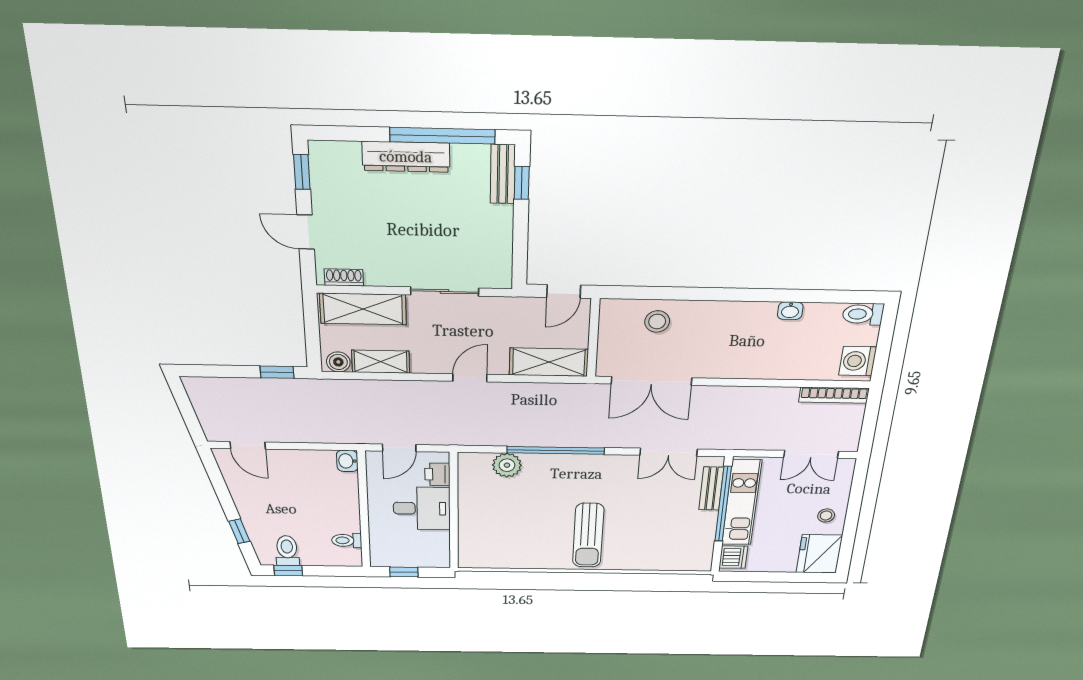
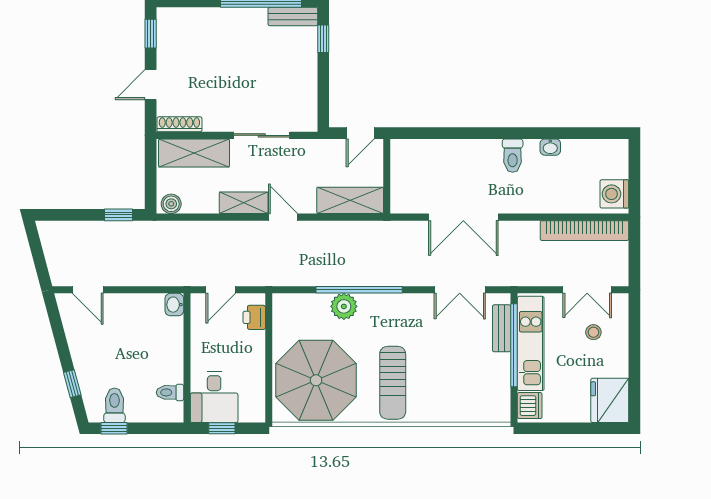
dresser: (406, 157) -> (232, 19), removed
bench: (503, 174) -> (293, 16), moved, turned 90
door: (306, 232) -> (151, 85), hinge flipped
shoe rack: (344, 277) -> (179, 124), width x1.43
toilet: (863, 314) -> (513, 156), moved, turned -90
stool: (657, 321) -> (440, 160), removed
shelving: (381, 362) -> (244, 203), moved
door: (470, 378) -> (283, 217), hinge flipped
double door: (651, 381) -> (463, 217), moved
bookcase: (834, 395) -> (584, 231), width x1.48, depth x1.31
plant: (507, 465) -> (344, 306), moved
desk: (422, 508) -> (214, 397), moved, turned 90
stool: (826, 515) -> (593, 332), moved
parasol: (505, 532) -> (316, 380), added

